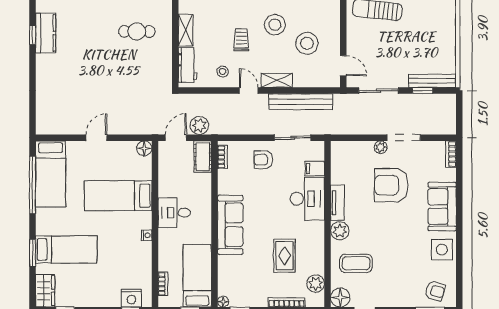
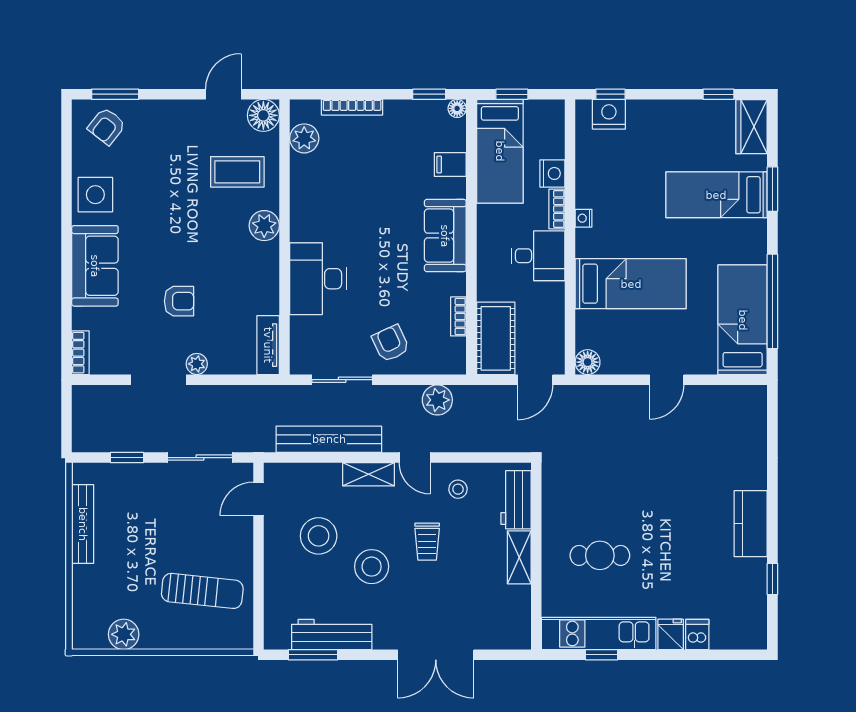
kitchen counter: (46, 33) -> (751, 524), moved
window: (33, 35) -> (772, 579), moved
door: (343, 66) -> (259, 499), hinge flipped
bench: (432, 81) -> (83, 524), moved, turned 90
plant: (199, 125) -> (437, 400), moved
cot: (203, 157) -> (496, 338), width x1.37, depth x1.34
bookcase: (222, 157) -> (458, 316), moved
armchair: (263, 160) -> (391, 343), turned -115
filing cabinet: (315, 169) -> (450, 164), moved, turned 180
armchair: (391, 185) -> (179, 301), width x0.53, depth x0.53
tv unit: (337, 203) -> (268, 345), moved
sofa: (230, 225) -> (445, 236), width x0.73
rug: (284, 256) -> (356, 184), removed
nightstand: (166, 262) -> (552, 173), added
bookcase: (163, 284) -> (557, 209), moved
armchair: (435, 291) -> (107, 126), turned -68

